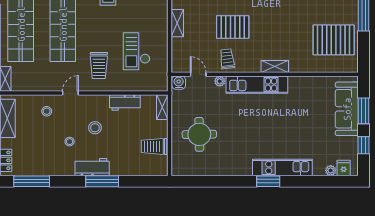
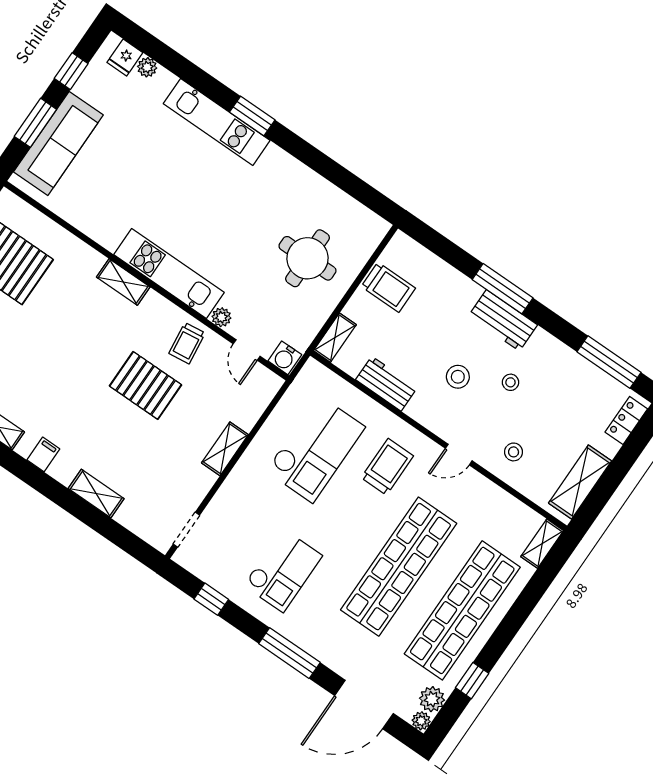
checkout: (137, 51) -> (315, 449), width x1.36, depth x1.21

